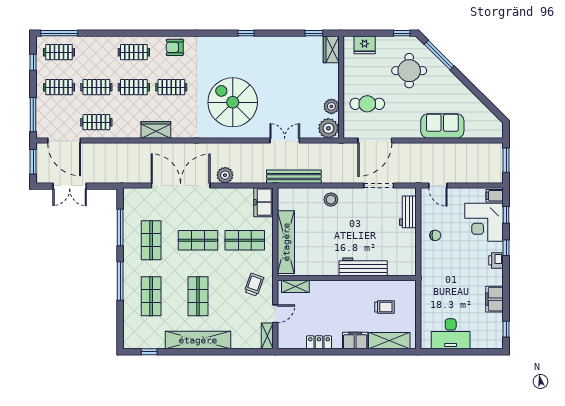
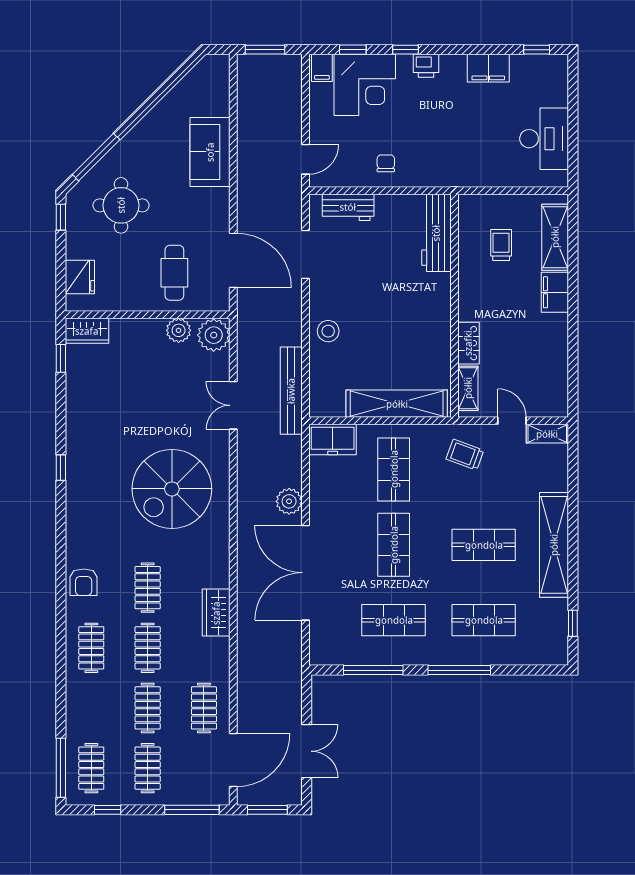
workbench: (363, 267) -> (436, 233), moved
locker: (319, 342) -> (468, 343), moved, turned 180

